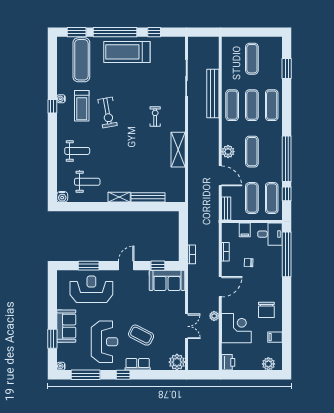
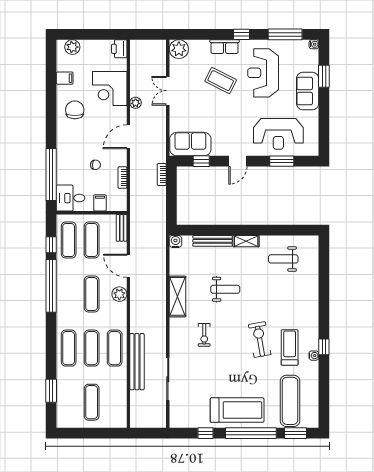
weight bench: (77, 151) -> (225, 289), moved, turned 180
water cooler: (62, 197) -> (176, 241), moved

